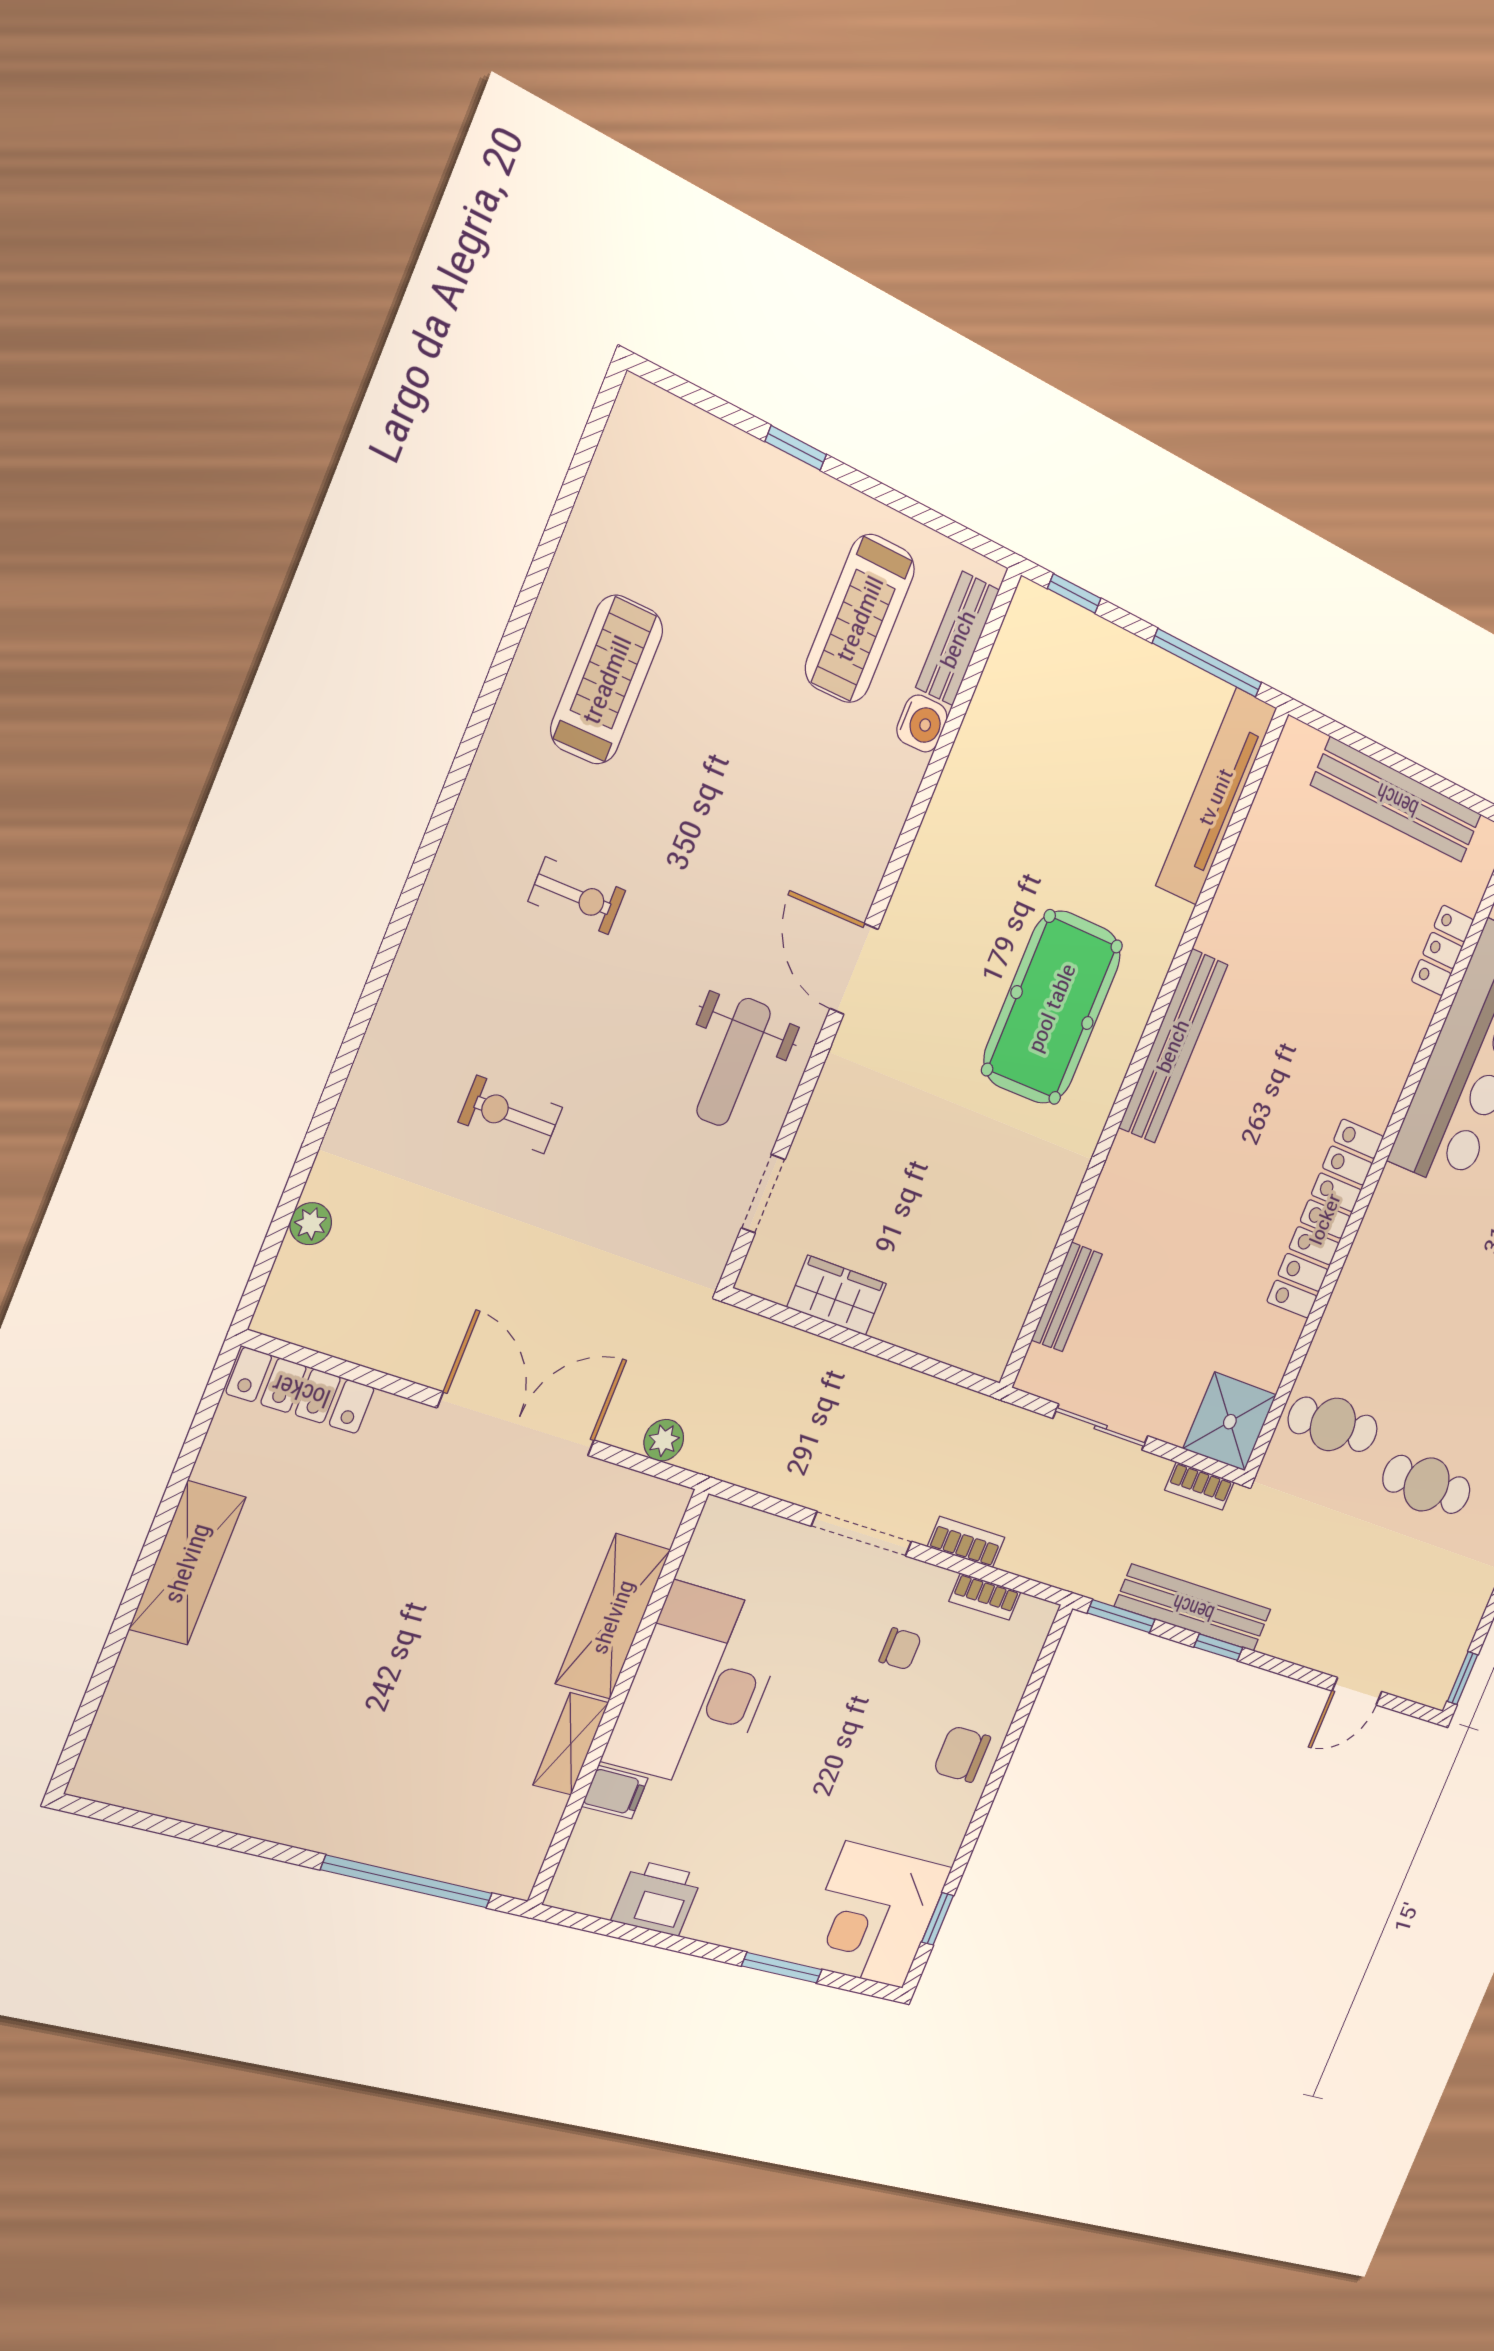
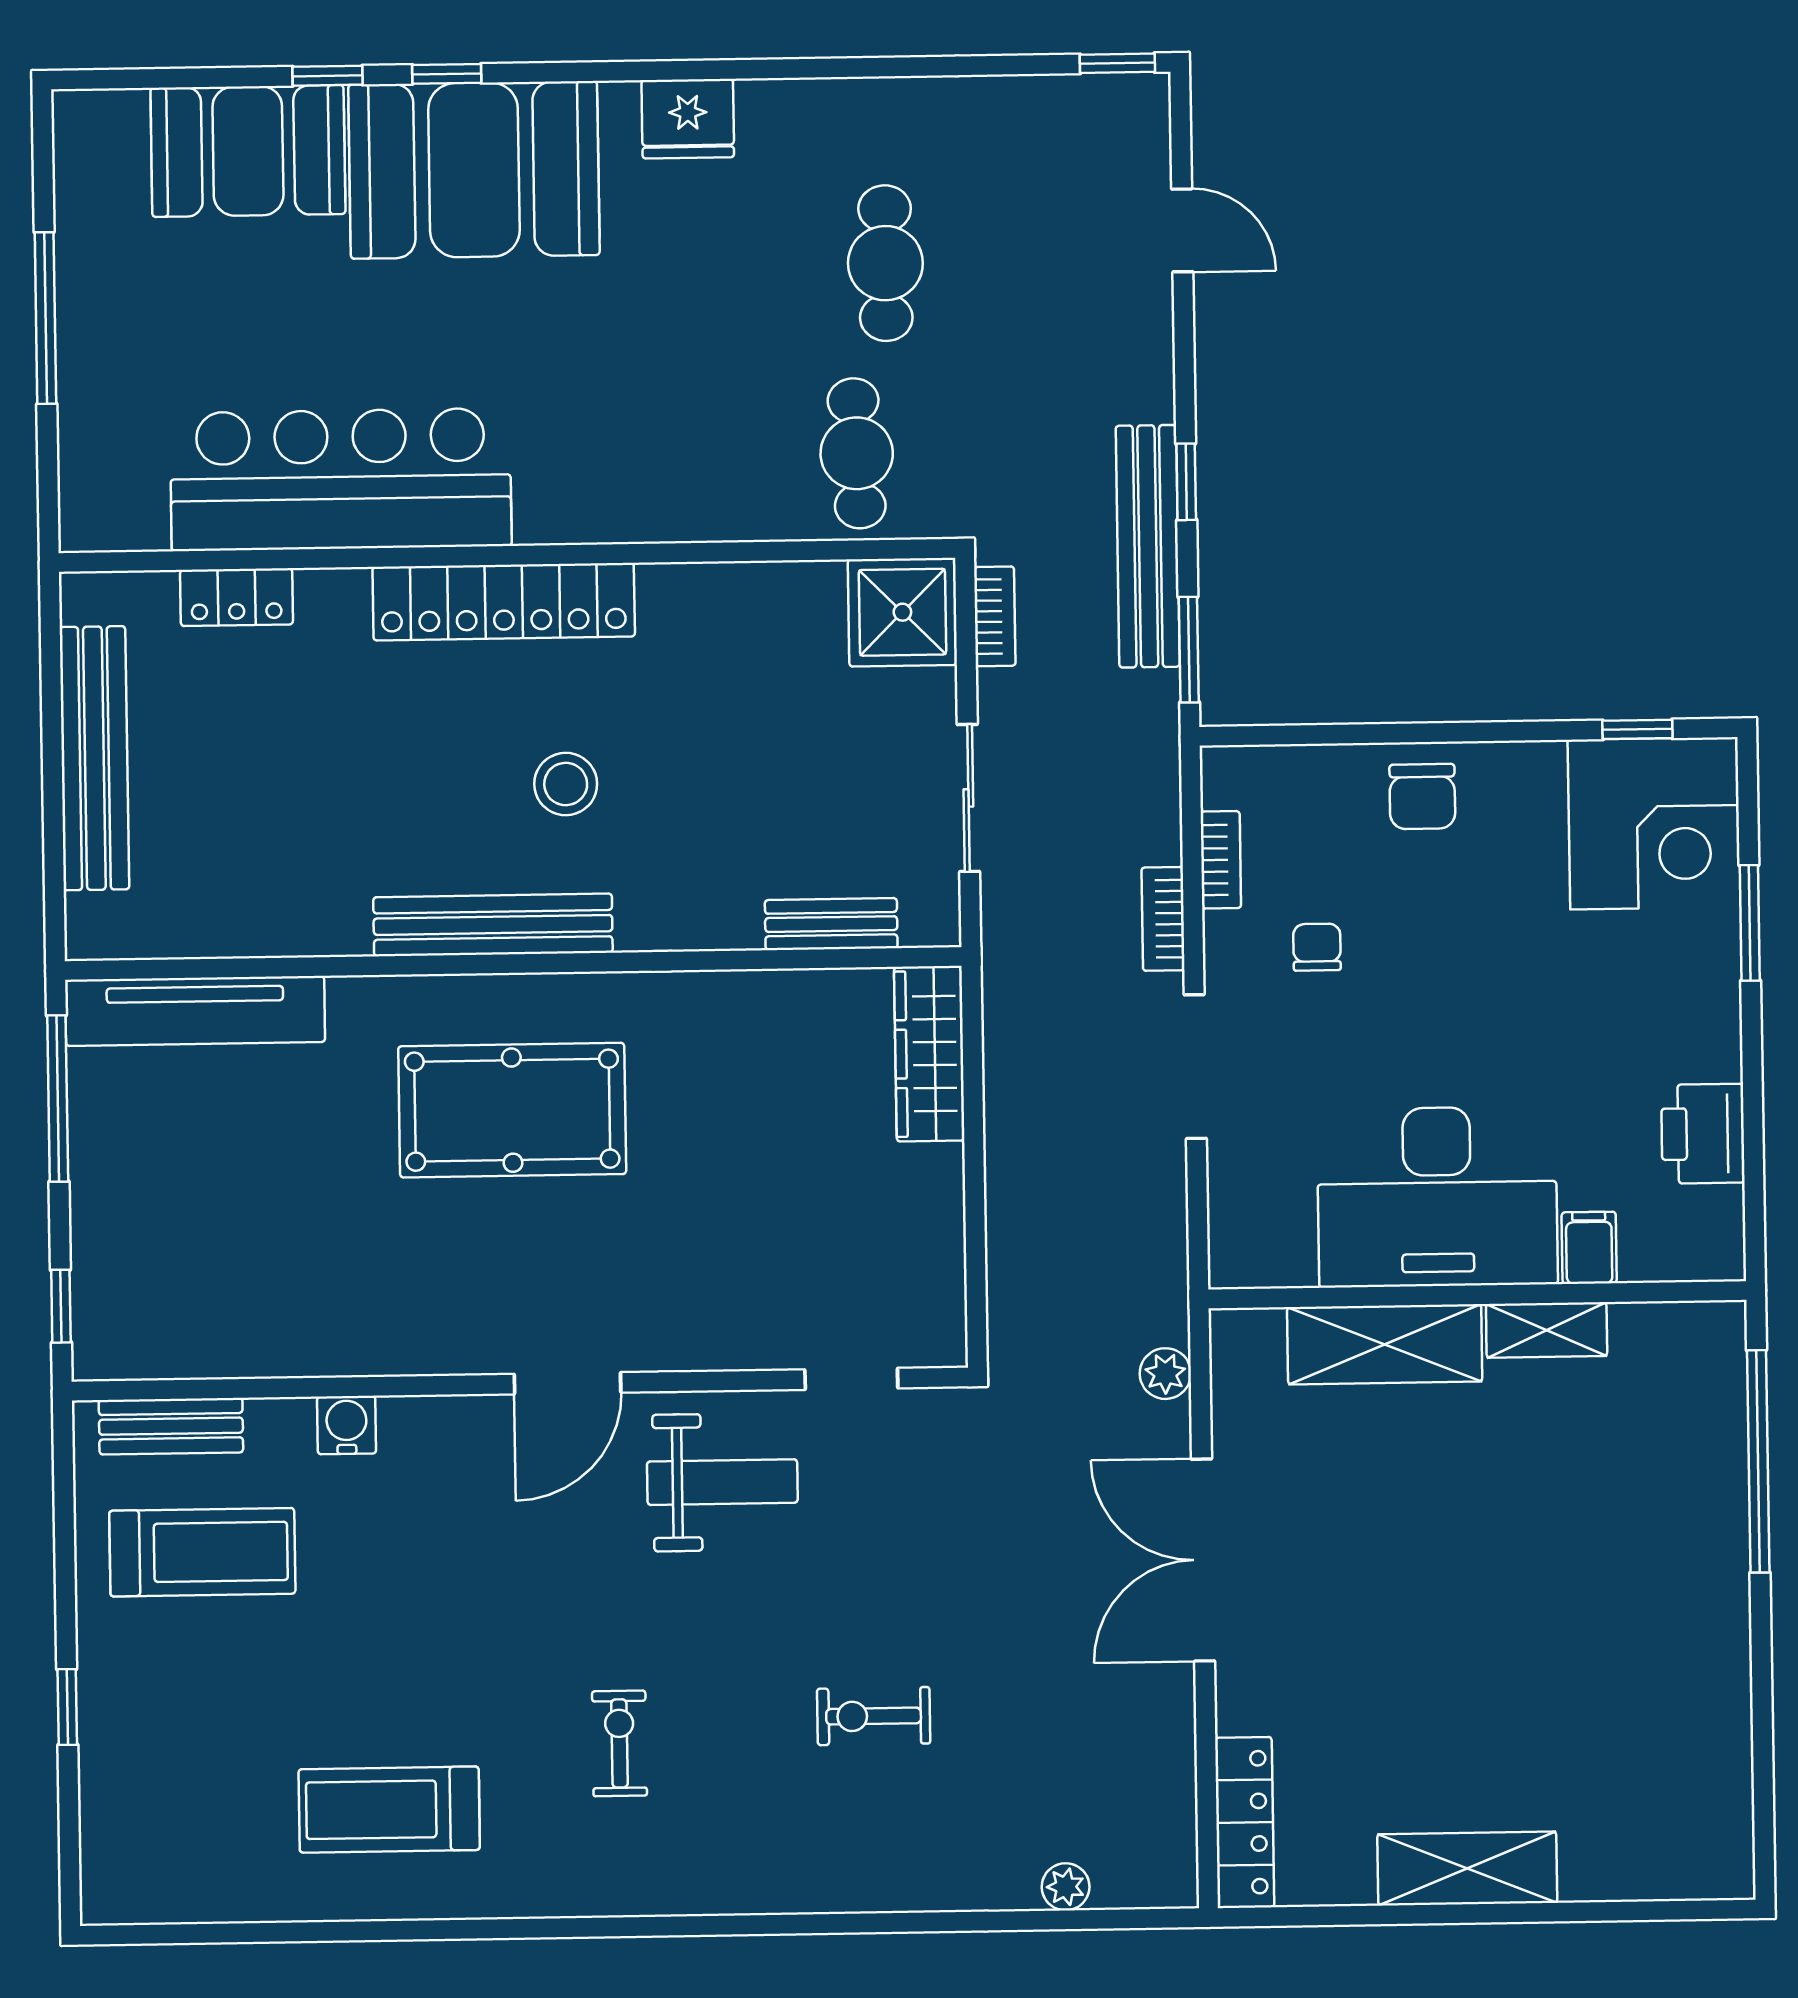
water cooler: (922, 723) -> (347, 1425), moved
exercise bike: (510, 1115) -> (874, 1716), turned 90
stool: (1234, 1138) -> (566, 784), added
locker: (1325, 1219) -> (504, 602), moved
wardrobe: (837, 1295) -> (929, 1054), moved, width x1.50

